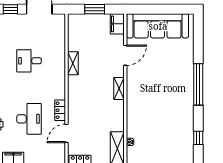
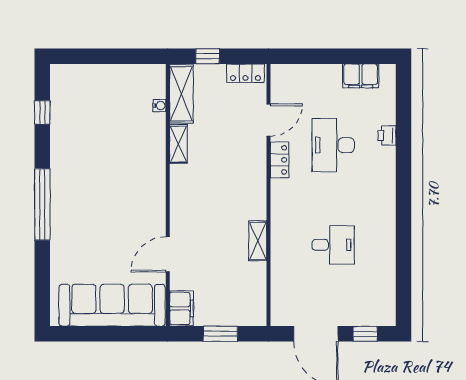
shelving: (119, 88) -> (178, 144), moved

